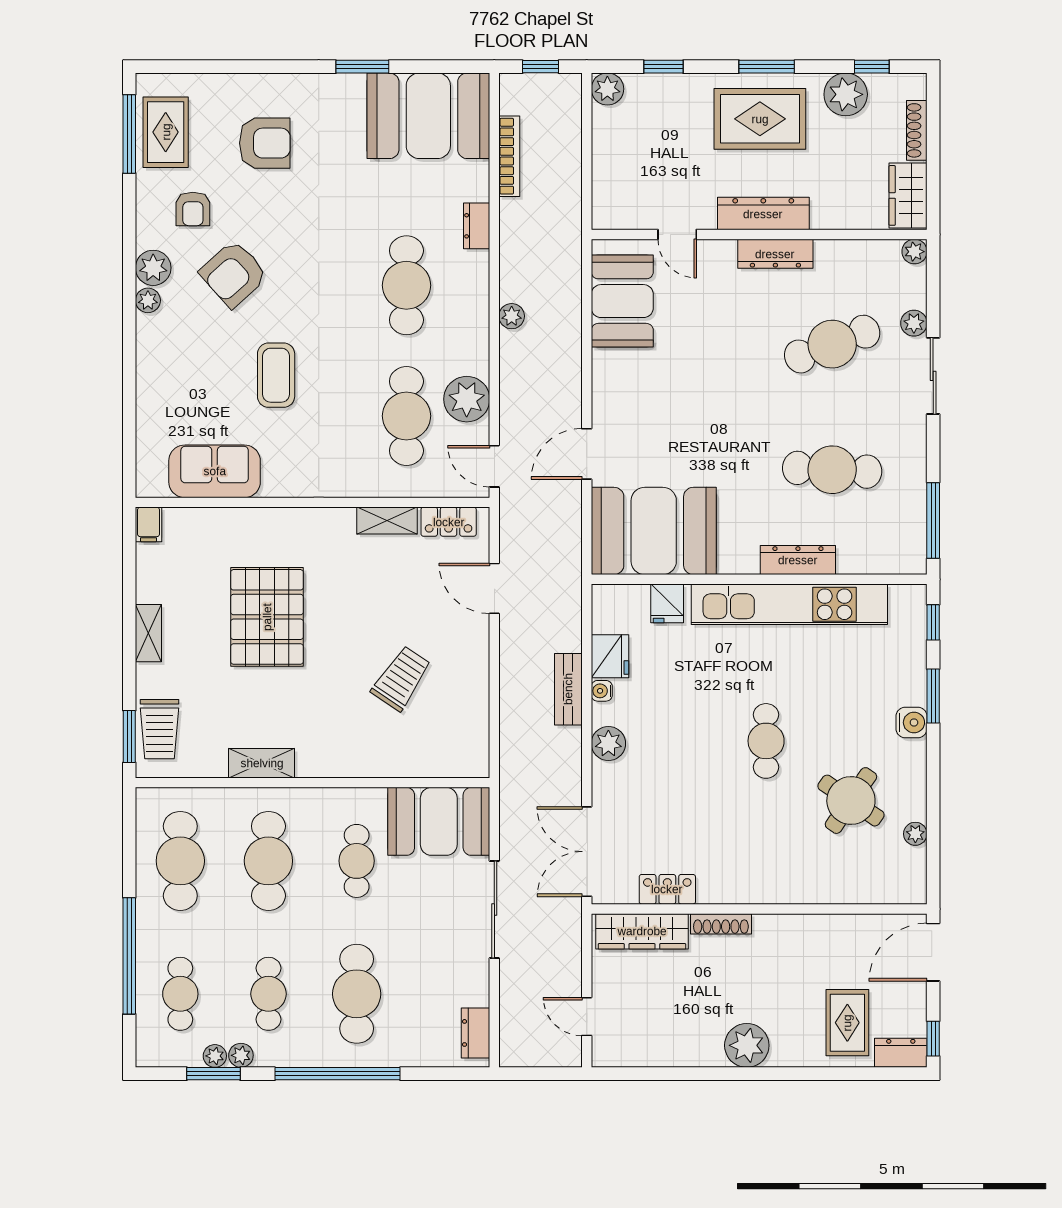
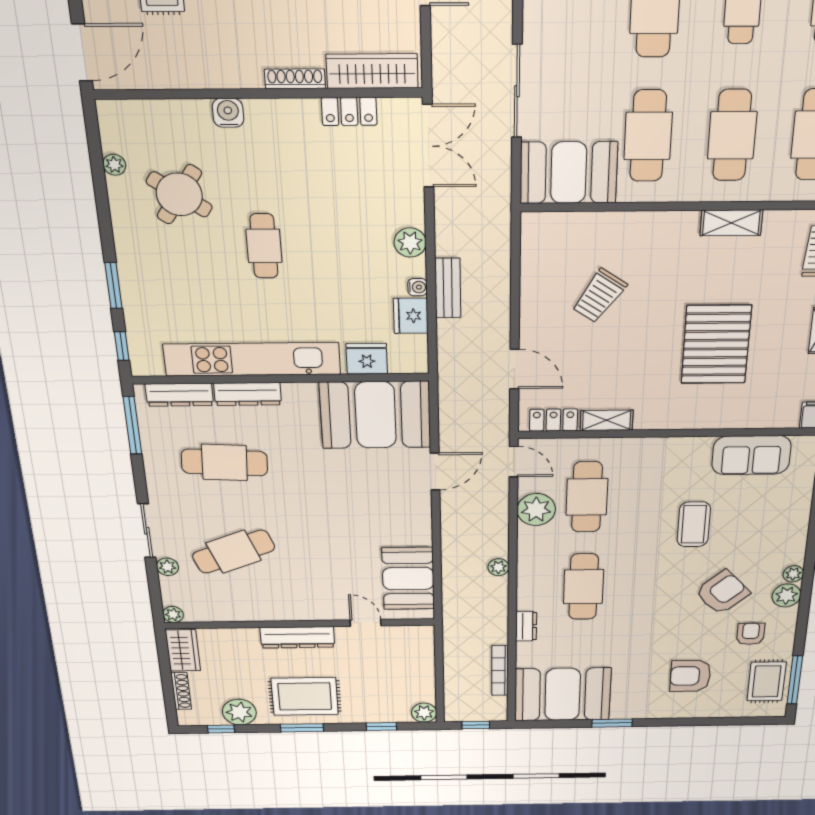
dresser: (775, 254) -> (179, 395), moved, turned 180
fridge: (667, 603) -> (367, 359), width x1.38
water cooler: (912, 722) -> (228, 113), moved, turned 90
cafe table: (357, 861) -> (648, 136), width x1.37, depth x1.35

